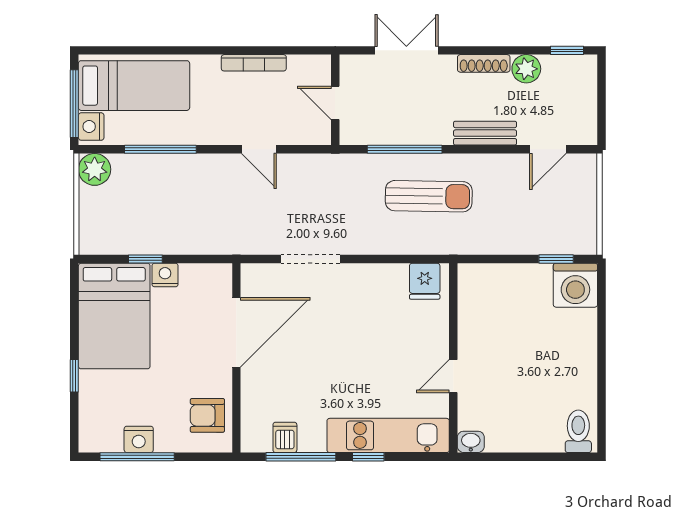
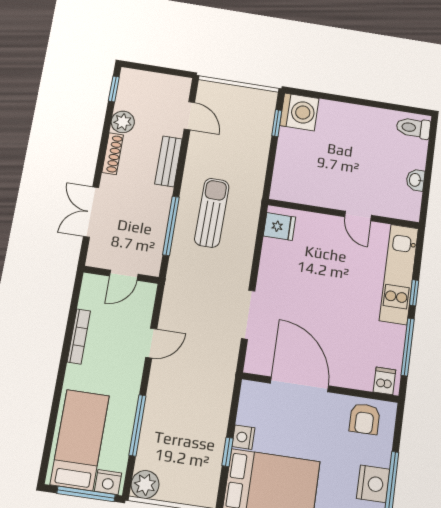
dishwasher: (285, 437) -> (384, 381), moved, turned 90
nightstand: (139, 439) -> (373, 484), width x1.36, depth x1.33
washbasin: (471, 442) -> (415, 180), moved

